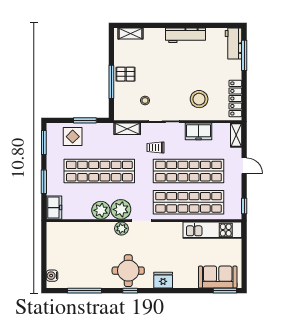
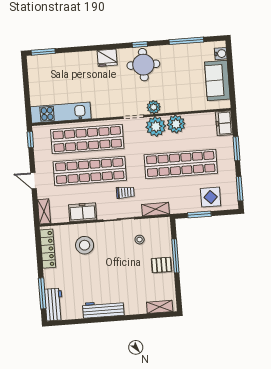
sofa: (218, 277) -> (217, 80), moved, turned 90

